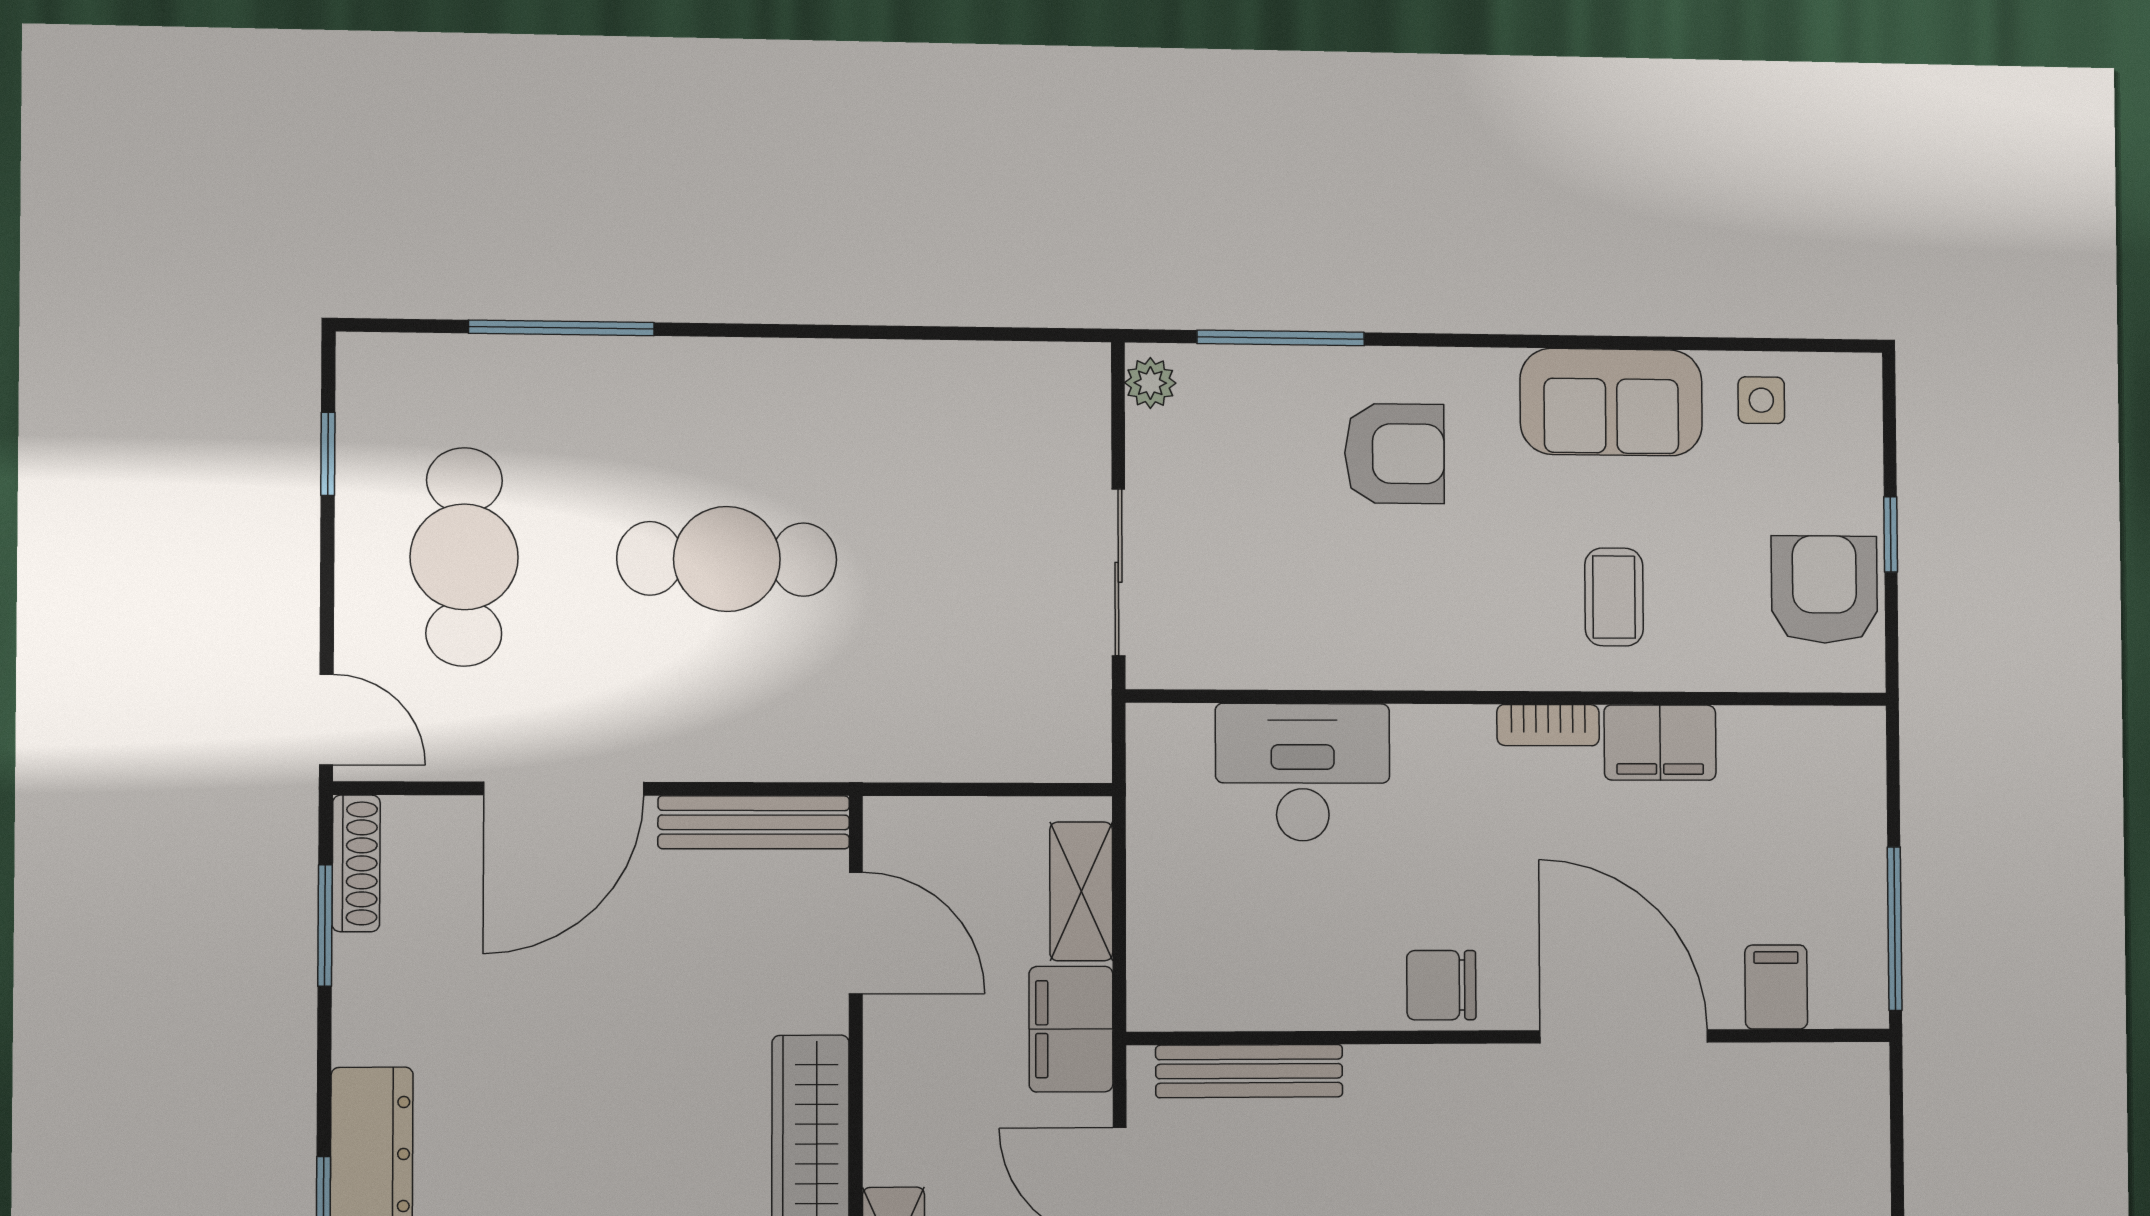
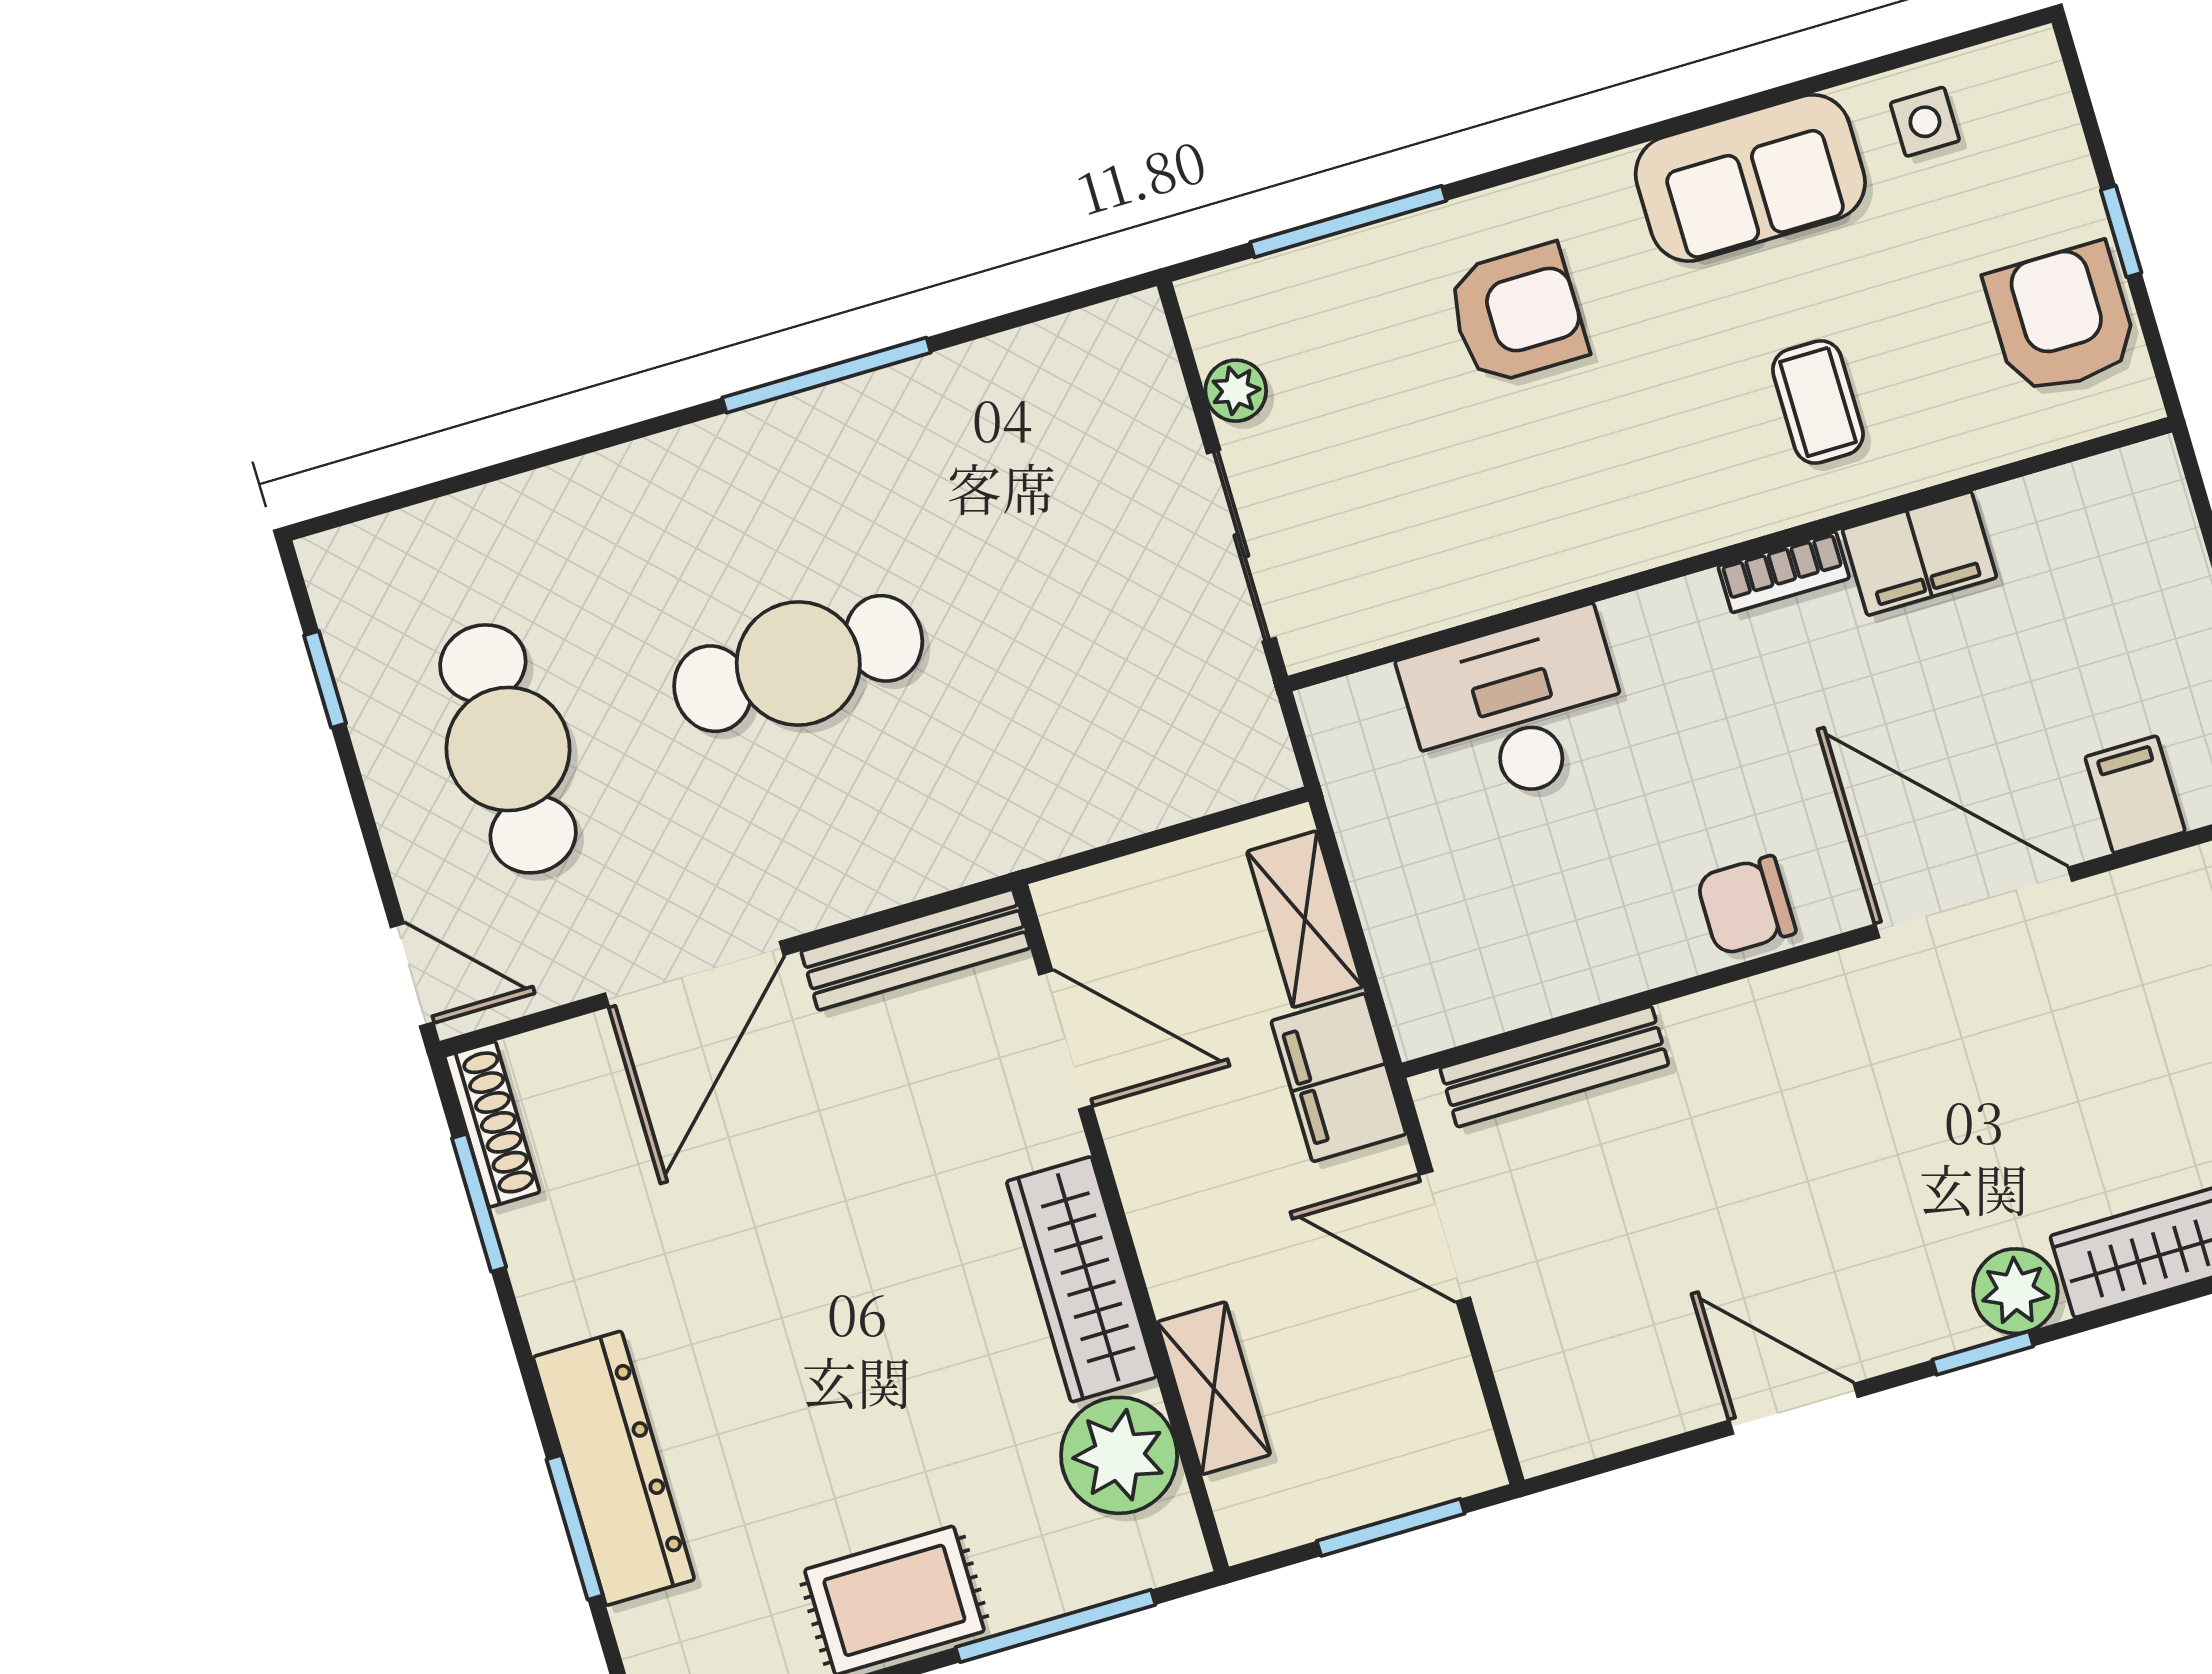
window: (562, 328) -> (826, 375), moved
plant: (1150, 383) -> (1236, 391), moved

